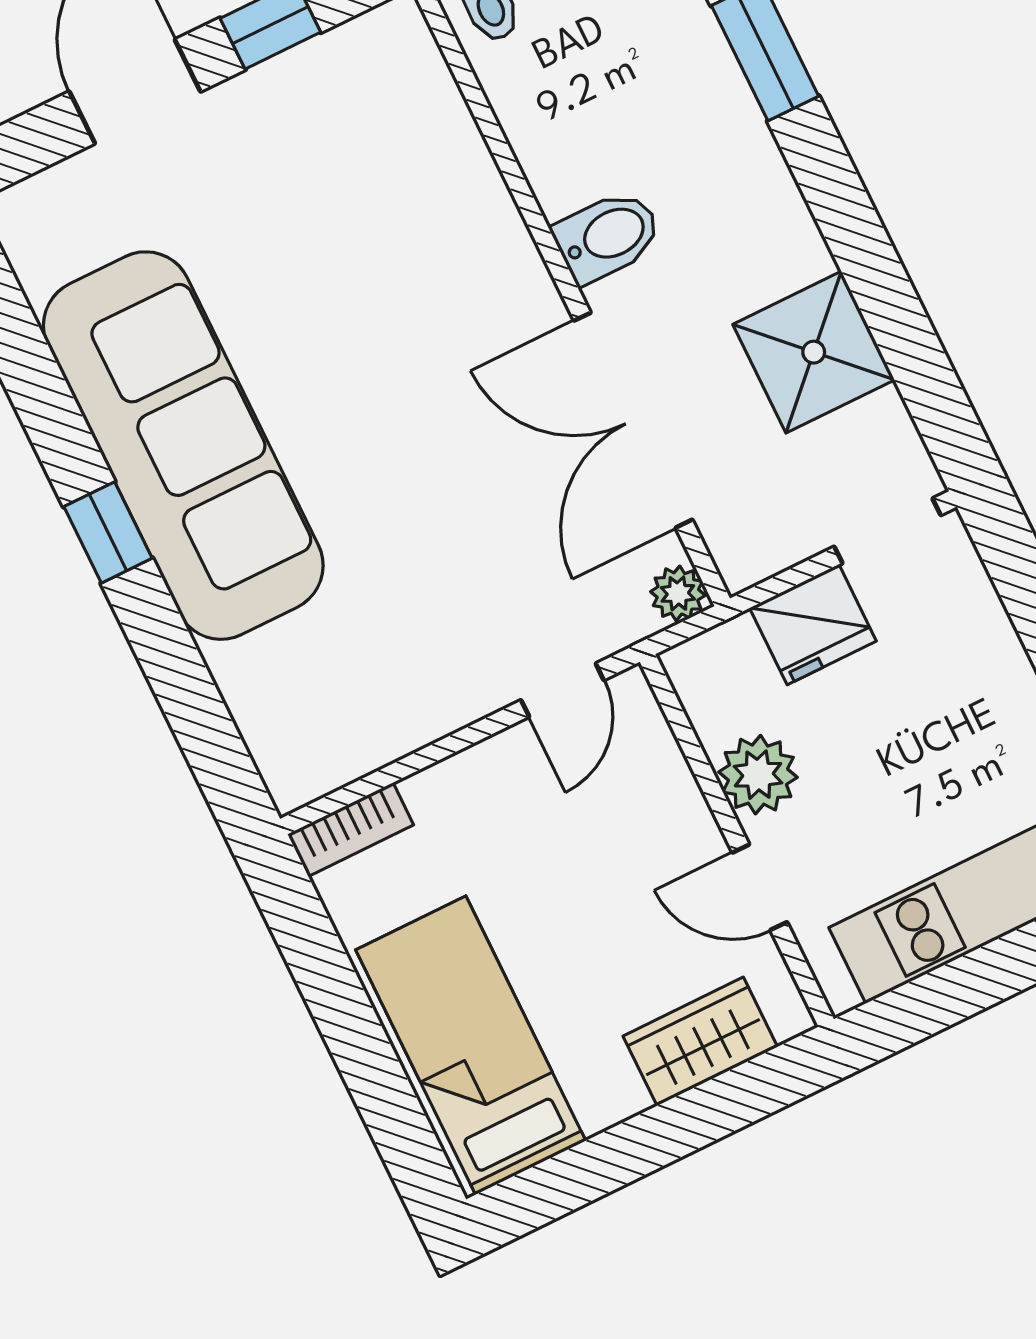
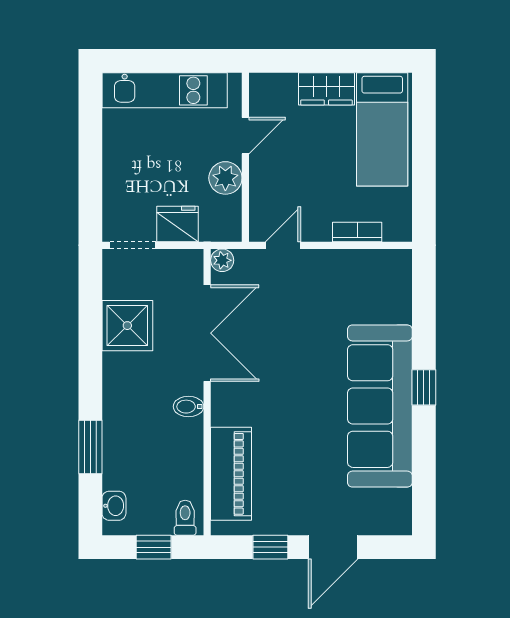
piano: (433, 142) -> (231, 474), added
bidet: (608, 236) -> (189, 407), width x0.72, depth x0.74
bookcase: (351, 830) -> (357, 232), moved
door: (760, 887) -> (245, 136), hinge flipped
wardrobe: (700, 1041) -> (326, 89), moved

